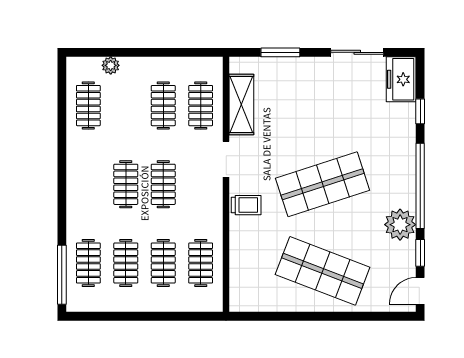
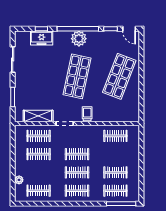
freezer: (401, 79) -> (42, 38), moved
shop shelf: (323, 184) -> (77, 76), turned 30
plant: (400, 225) -> (79, 39), moved
clothes rail: (163, 263) -> (77, 191), moved

